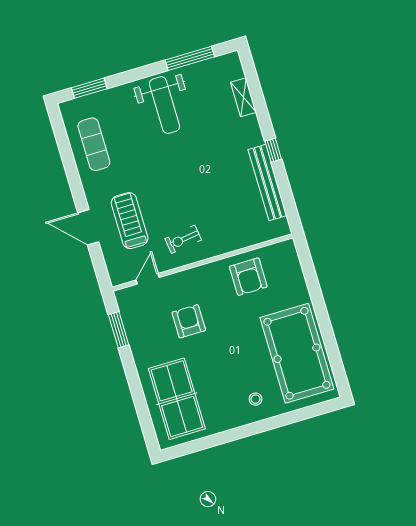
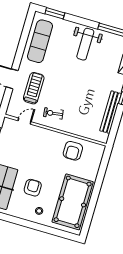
exercise mat: (94, 144) -> (40, 41), width x1.36, depth x1.45
armchair: (189, 321) -> (33, 188), moved

